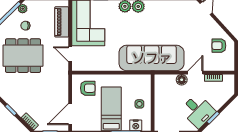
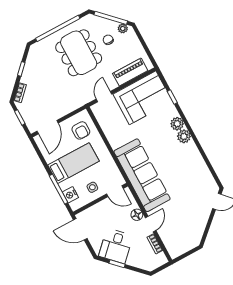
armchair: (219, 46) -> (188, 233), removed
door: (195, 73) -> (151, 224), hinge flipped
door: (153, 87) -> (115, 191), added
door: (70, 114) -> (48, 127), swing flipped

